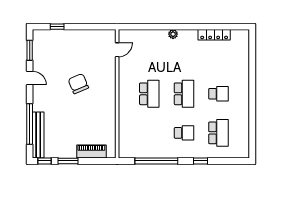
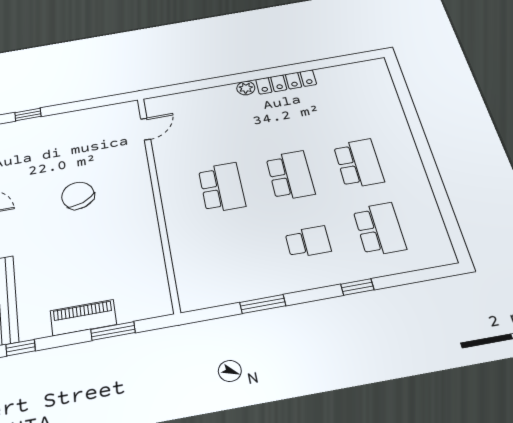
locker: (214, 35) -> (286, 82), moved
school desk: (218, 94) -> (359, 163), width x1.85
piano: (91, 152) -> (83, 318), moved
window: (68, 161) -> (113, 331), moved
window: (156, 161) -> (263, 304), width x0.47

